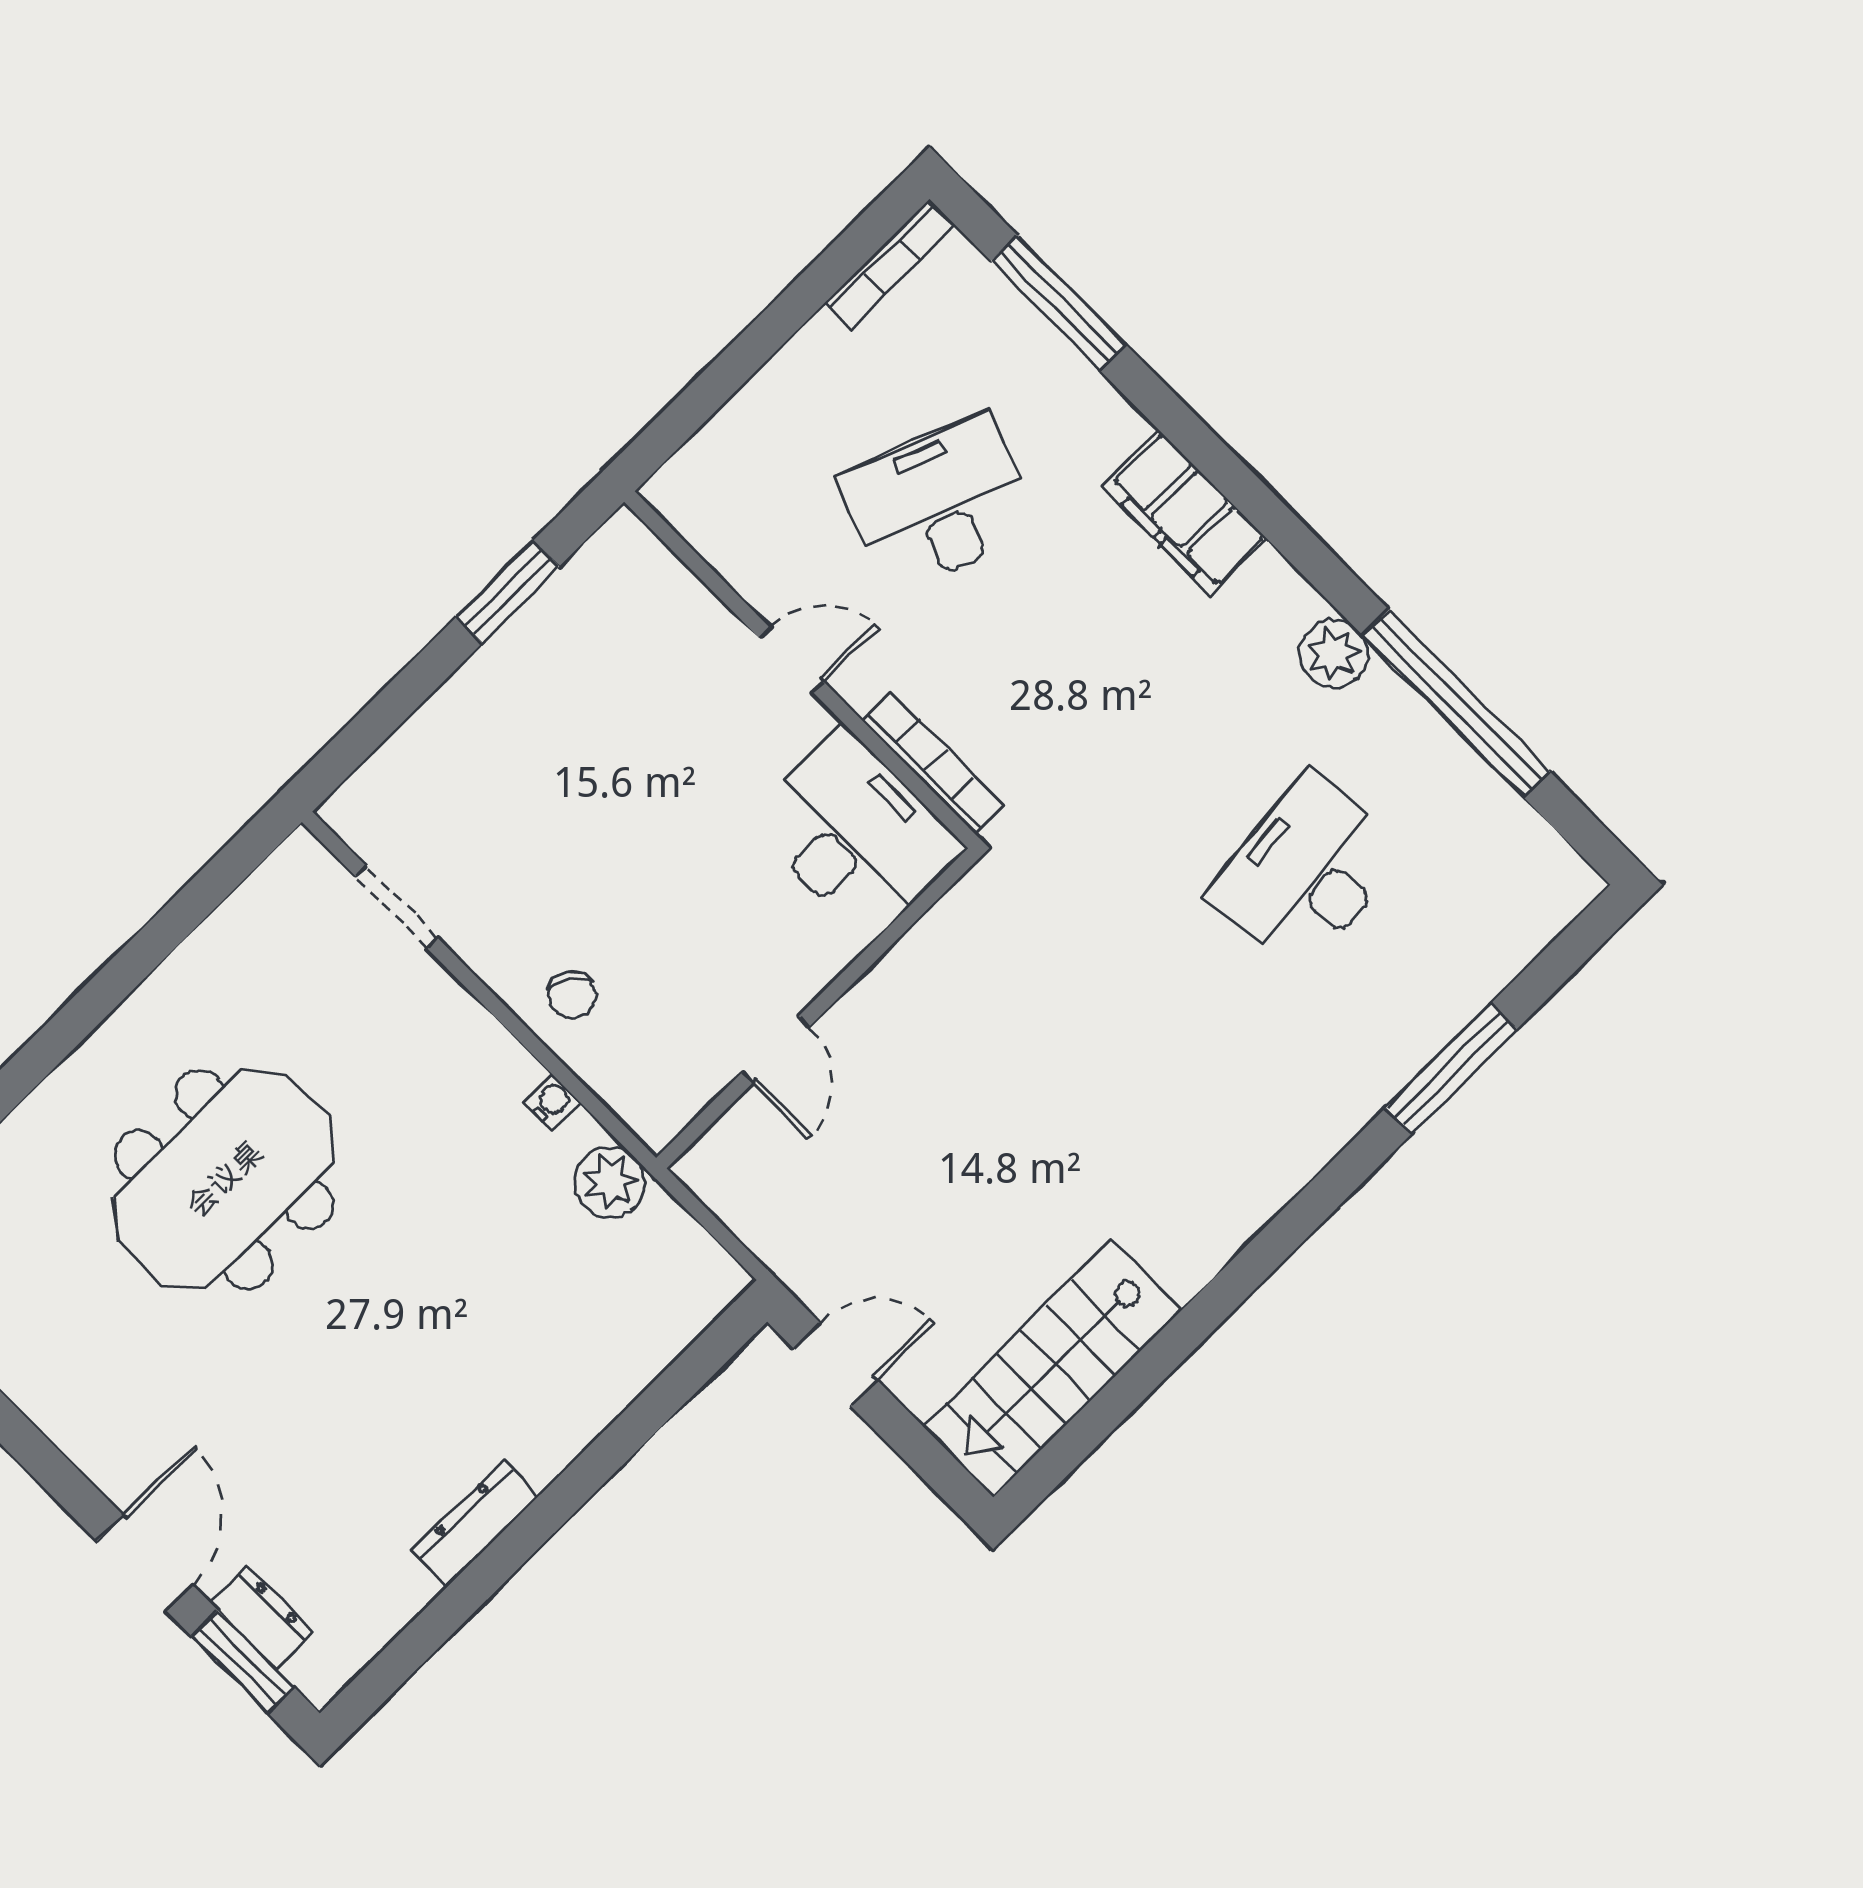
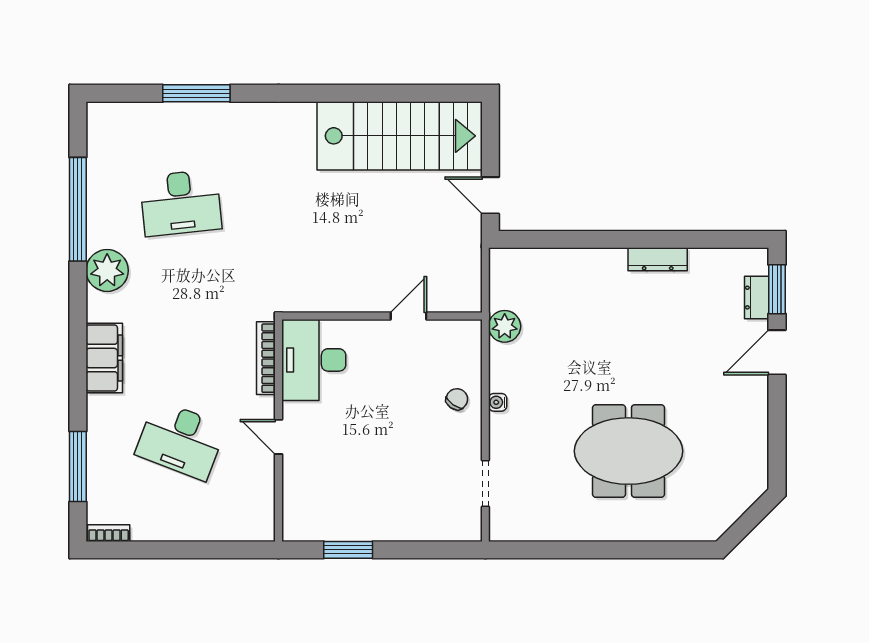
bookcase: (889, 265) -> (109, 533), width x0.64
plant: (1334, 654) -> (107, 270), width x1.36, depth x1.36
water cooler: (552, 1102) -> (498, 402), moved
stairs: (1052, 1368) -> (400, 136), width x1.36, depth x1.51

